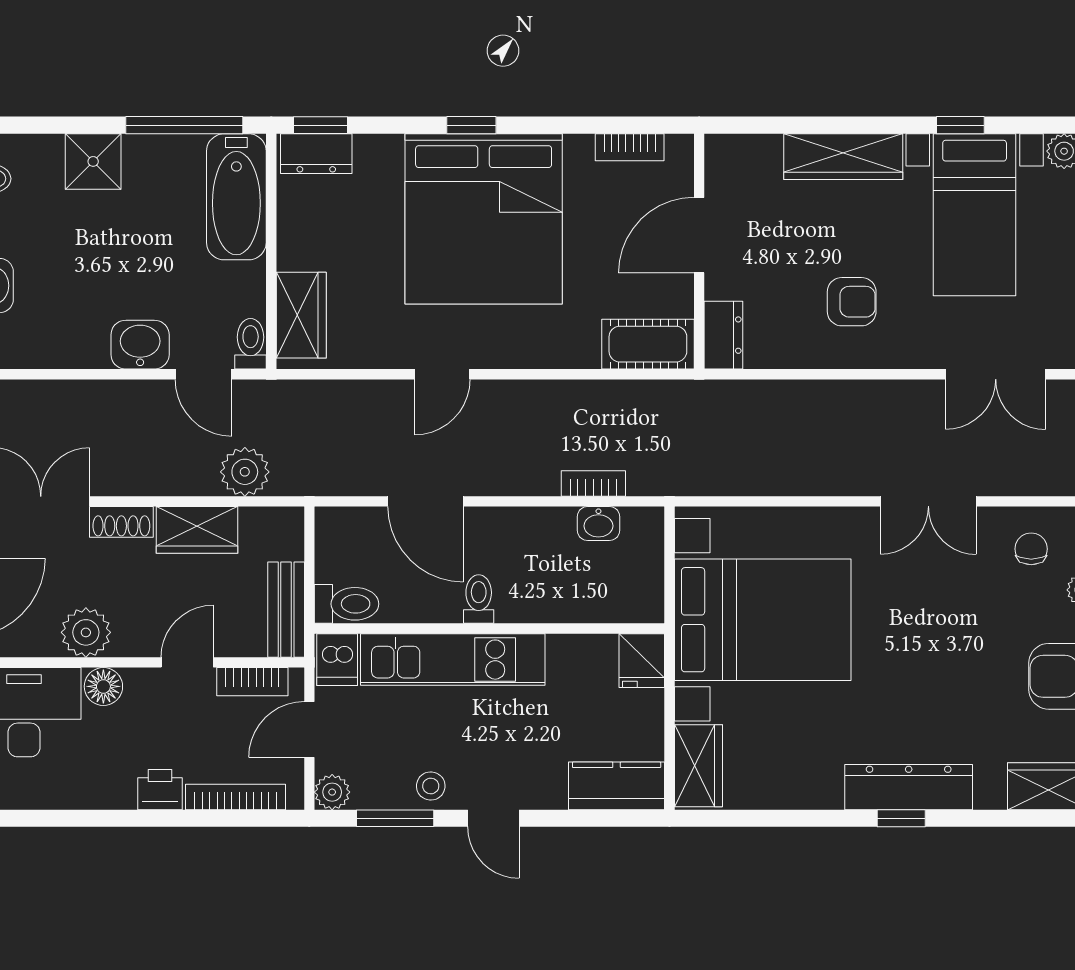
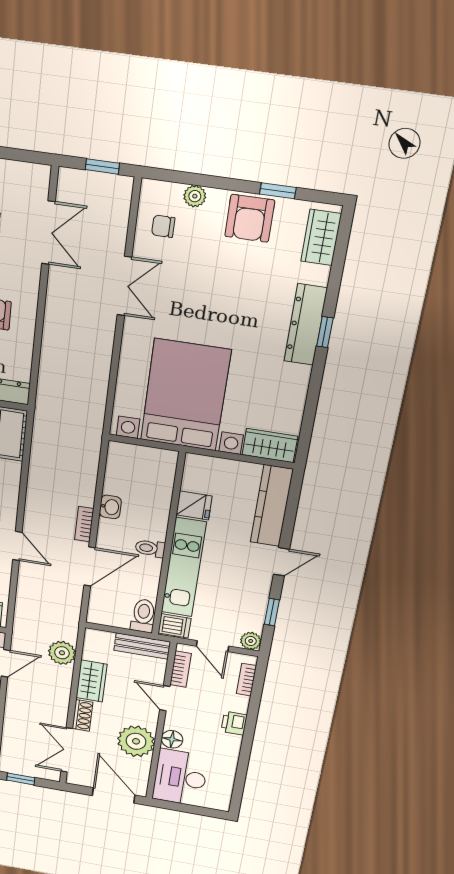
bookcase: (593, 483) -> (84, 524), moved
washbasin: (598, 523) -> (110, 507), moved
plant: (86, 632) -> (136, 741), width x1.36, depth x1.36
fridge: (642, 661) -> (194, 505), moved
stool: (431, 786) -> (256, 591), removed
kitchen counter: (617, 786) -> (272, 506), width x1.50
bookcase: (236, 797) -> (246, 680), width x0.64
window: (395, 818) -> (272, 612), width x0.67

